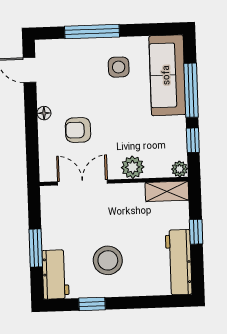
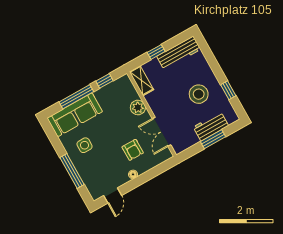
plant: (180, 169) -> (125, 80), removed
workbench: (55, 274) -> (211, 126), moved

